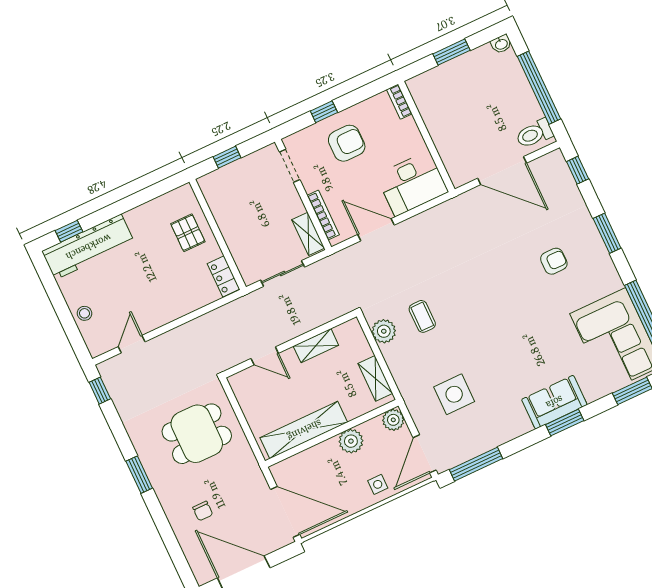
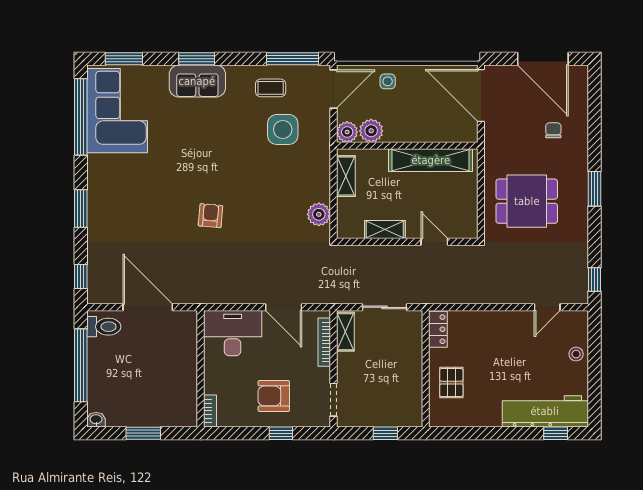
armchair: (554, 261) -> (211, 216), moved, turned 95
coffee table: (422, 316) -> (271, 88), moved, turned 90
plant: (351, 441) -> (371, 131), moved

